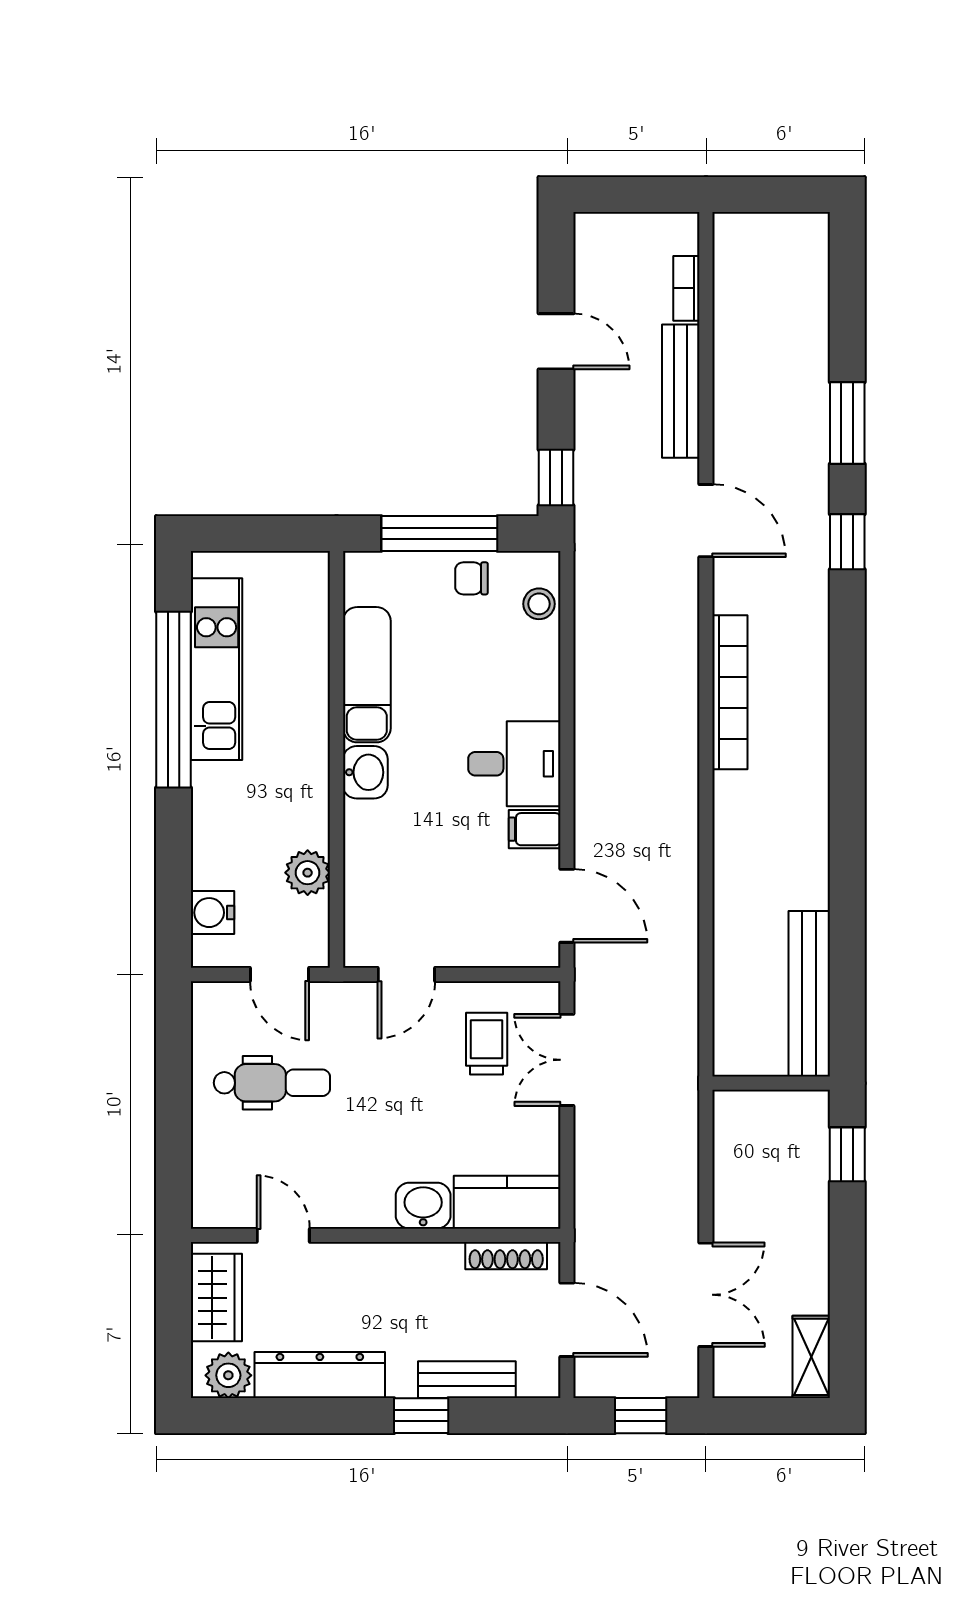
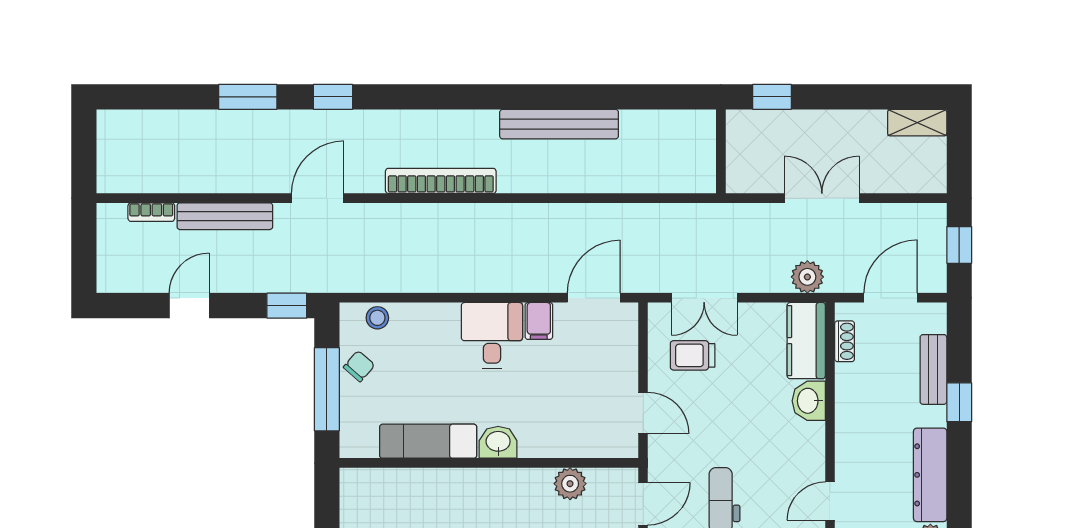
chair: (471, 578) -> (359, 366), turned -139
bench: (809, 994) -> (559, 124), moved
plant: (596, 1204) -> (807, 277), added
shoe rack: (506, 1256) -> (845, 341), width x0.70
double door: (706, 1295) -> (822, 198), moved

